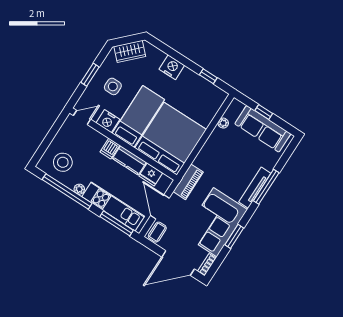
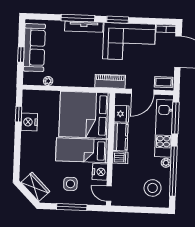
nightstand: (172, 67) -> (29, 122), moved
window: (90, 75) -> (72, 207), width x1.44
window: (234, 236) -> (118, 20), moved

